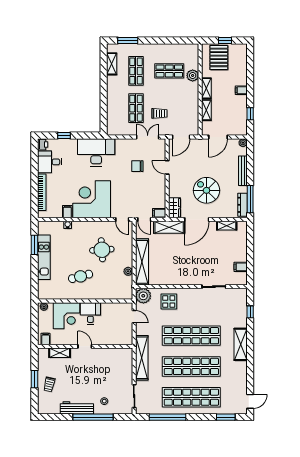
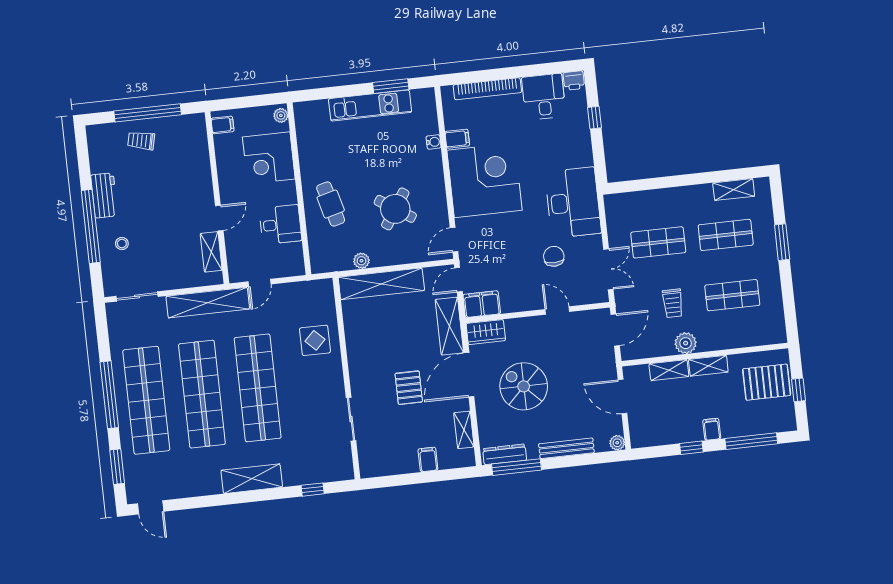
window: (128, 41) -> (782, 242), moved
window: (250, 69) -> (751, 441), added
shop shelf: (169, 71) -> (732, 295), turned 90
plant: (193, 75) -> (686, 343), moved
trolley: (159, 113) -> (673, 303), moved
window: (250, 114) -> (691, 448), moved
door: (181, 137) -> (615, 330), swing flipped
desk: (96, 152) -> (573, 203), moved
door: (167, 167) -> (557, 310), hinge flipped
spiral stairs: (206, 190) -> (524, 386), turned -90
filing cabinet: (159, 213) -> (482, 304), width x2.00
door: (197, 220) -> (469, 375), hinge flipped
round table: (102, 250) -> (395, 209), turned 37
pallet: (200, 253) -> (409, 388), added
filing cabinet: (241, 267) -> (428, 459), moved
cafe table: (81, 276) -> (331, 204), moved
plant: (143, 296) -> (320, 293), removed
desk: (90, 313) -> (280, 225), moved
door: (134, 317) -> (259, 283), moved
door: (85, 346) -> (219, 218), moved
shelving: (60, 353) -> (211, 252), moved
window: (35, 379) -> (148, 113), width x2.11
workbench: (77, 408) -> (104, 195), width x0.73
window: (167, 417) -> (109, 395), moved

